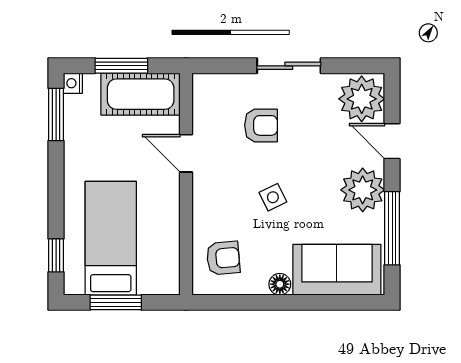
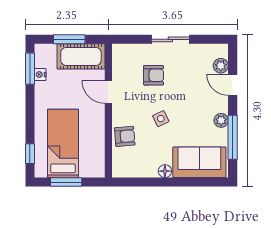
nightstand: (73, 83) -> (40, 75), moved
plant: (362, 99) -> (221, 66), width x0.53, depth x0.53
plant: (363, 190) -> (221, 120), width x0.53, depth x0.53
armchair: (223, 258) -> (125, 136), moved

